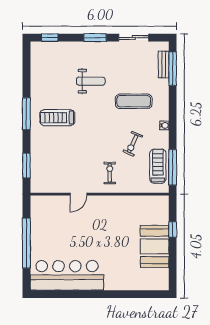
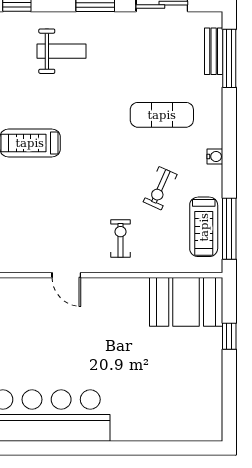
weight bench: (91, 81) -> (61, 51), moved
treadmill: (158, 166) -> (204, 227), turned 180
door: (78, 194) -> (66, 275), hinge flipped
booth: (155, 246) -> (186, 302), moved, turned 90

